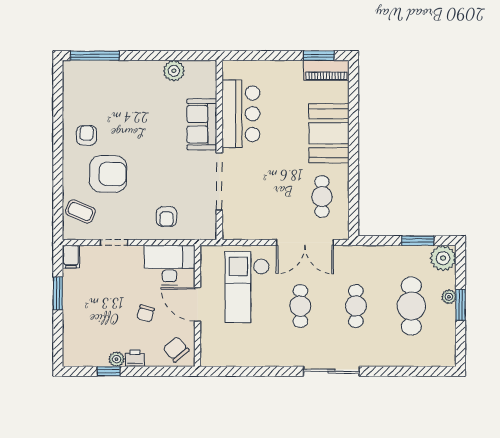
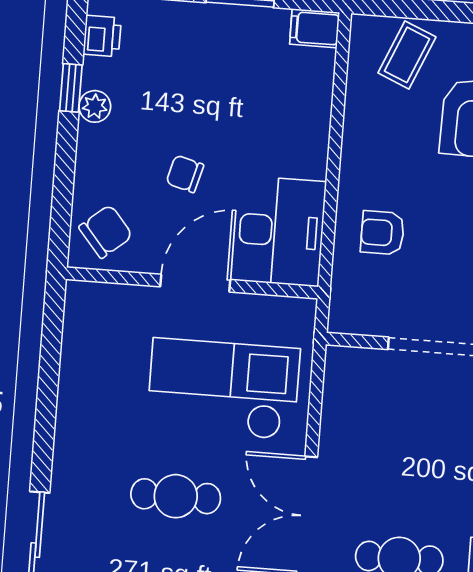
doorway: (114, 242) -> (337, 120), removed
printer: (135, 358) -> (102, 36), moved

